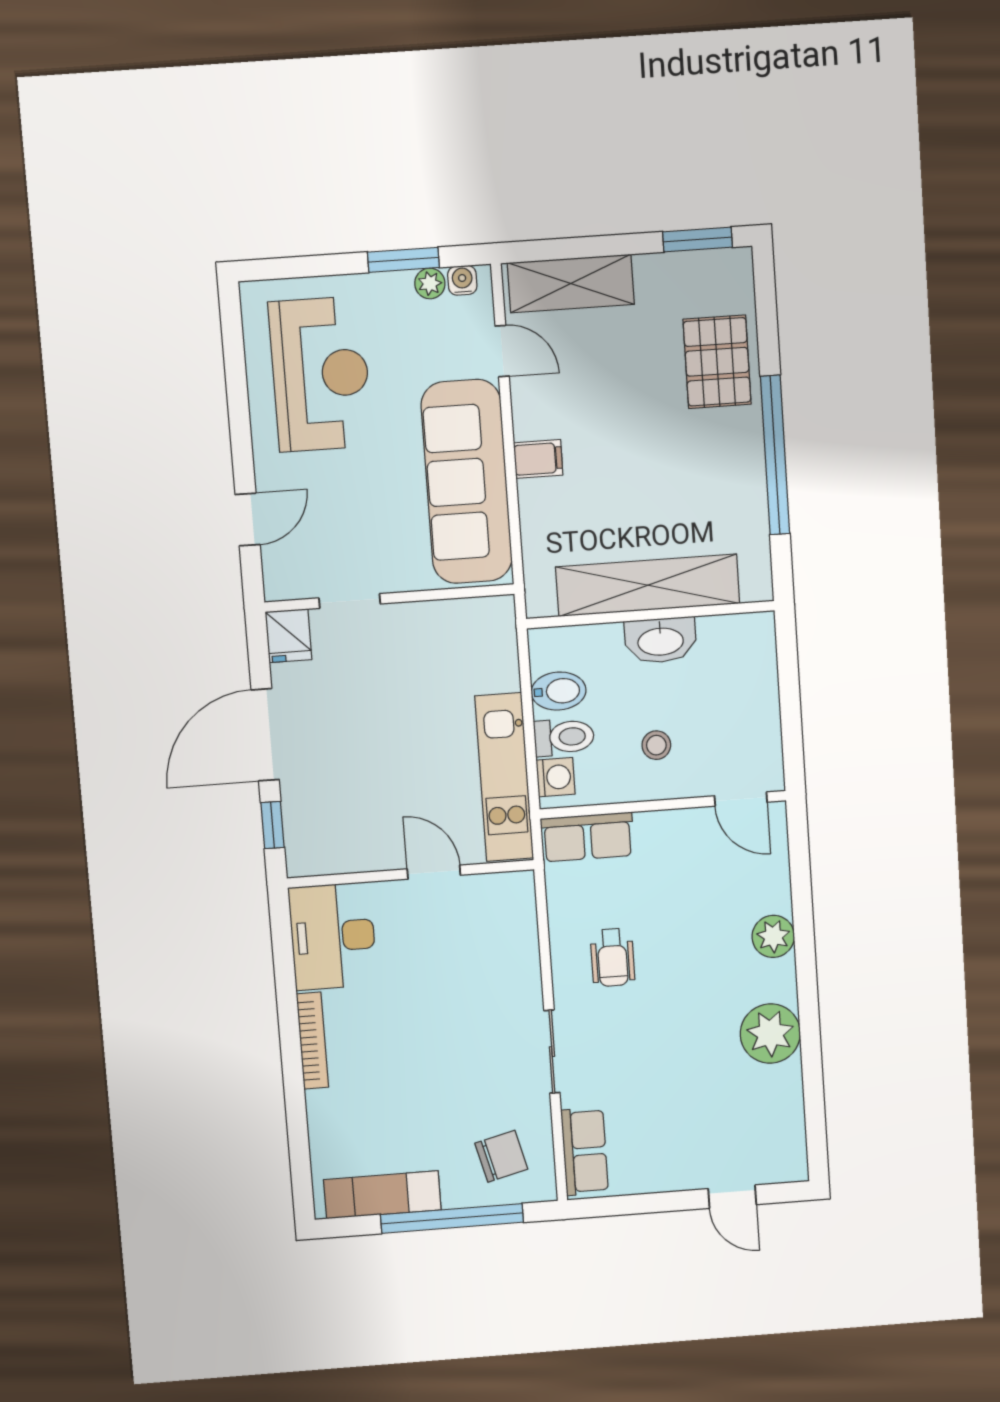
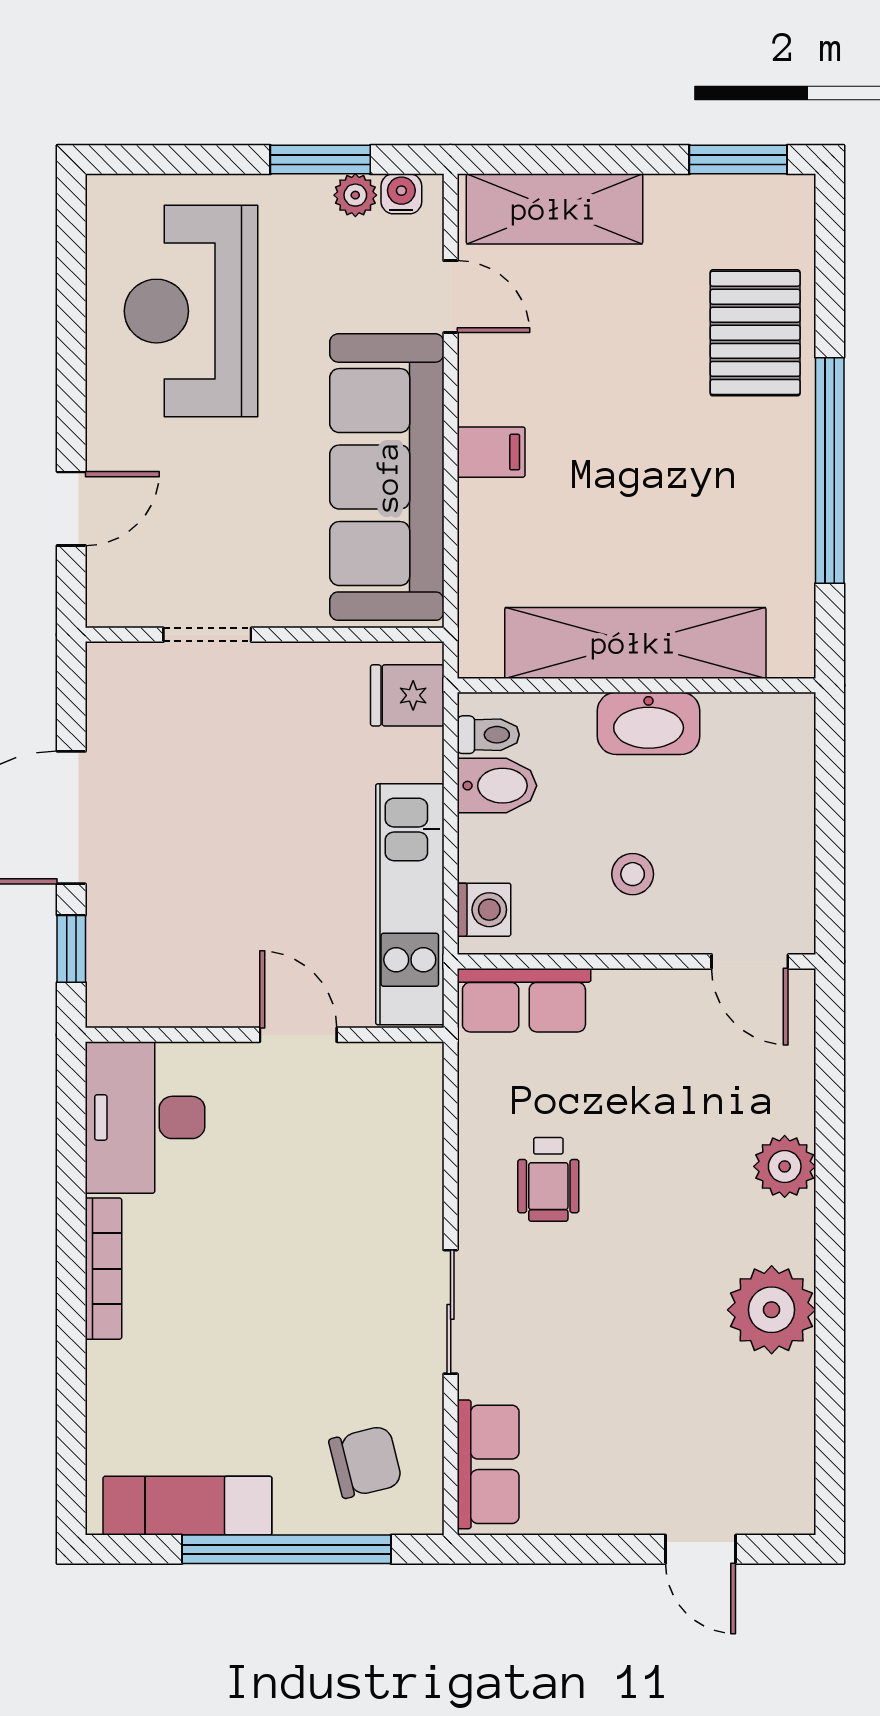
reception desk: (320, 374) -> (191, 311), turned 180
fridge: (288, 636) -> (407, 695), moved, turned 90
toilet: (564, 737) -> (488, 735), moved, width x0.73, depth x0.72

